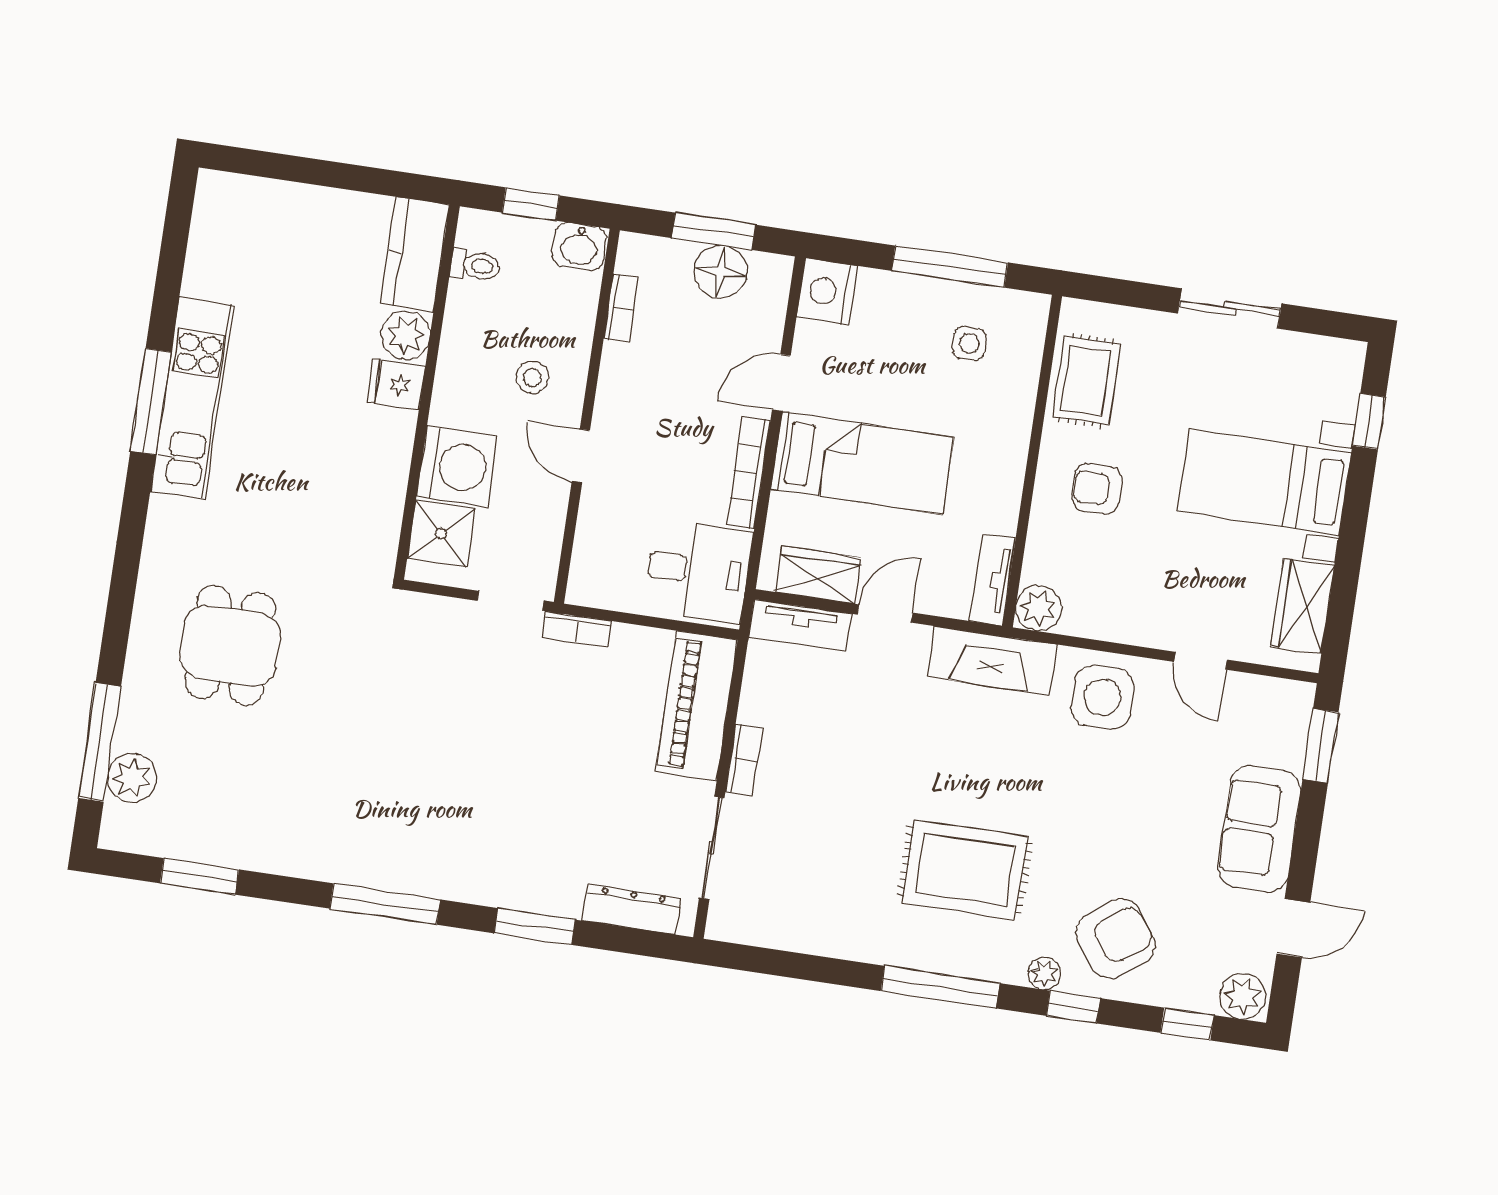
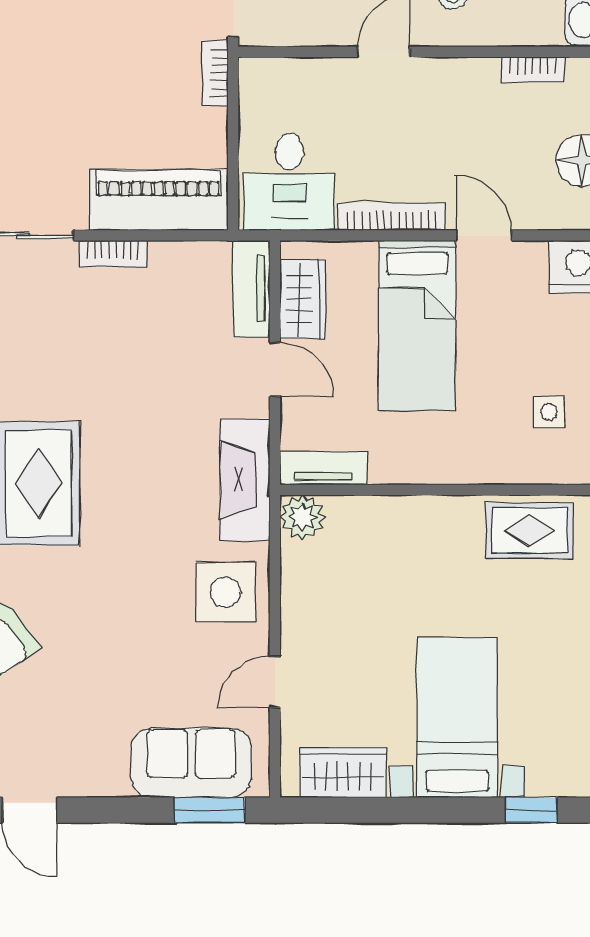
armchair: (1097, 489) -> (427, 556), removed
sofa: (1259, 829) -> (191, 763), moved

